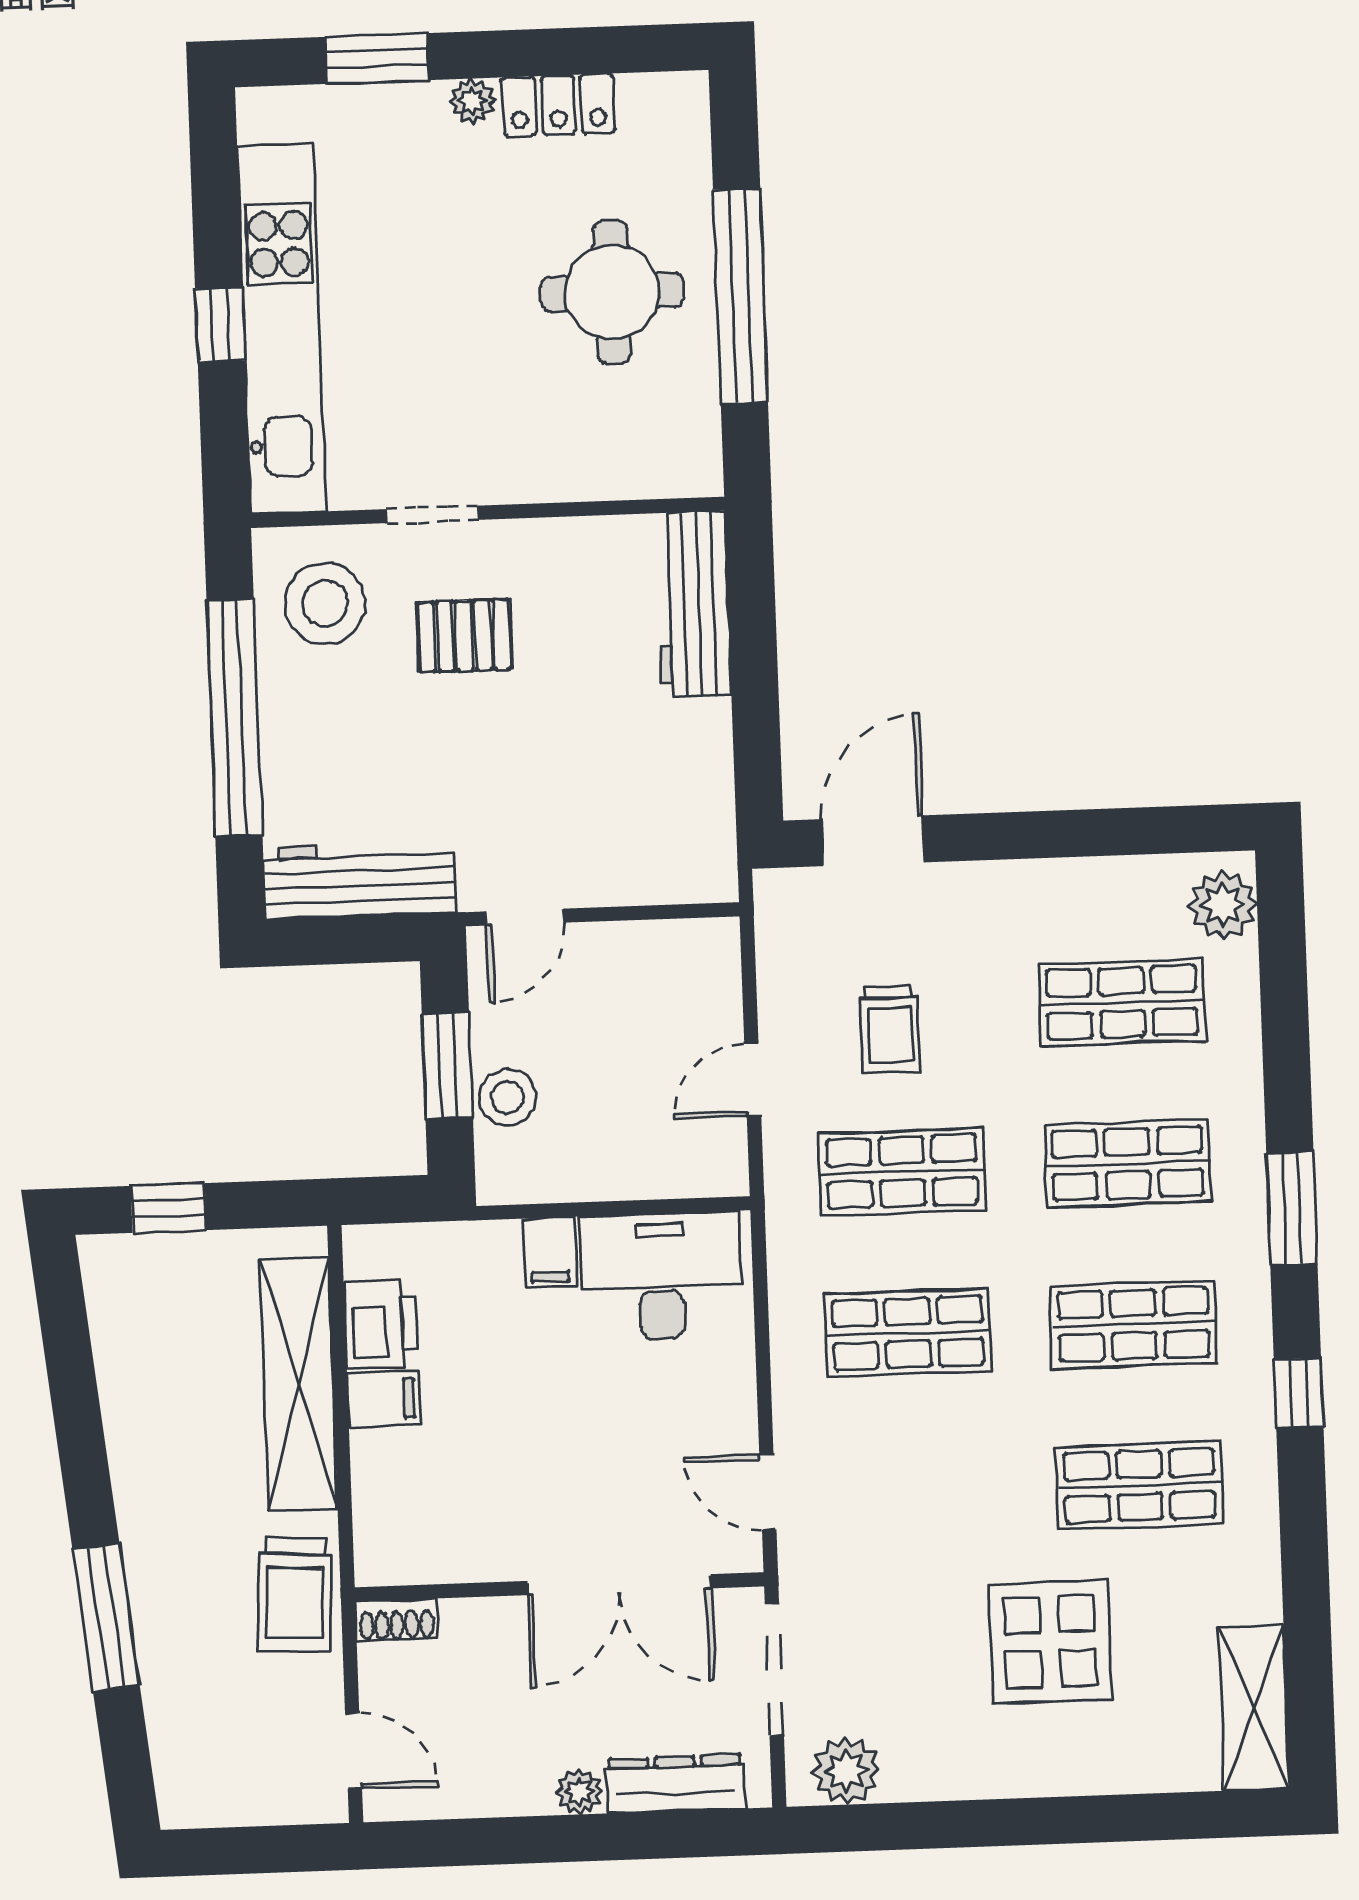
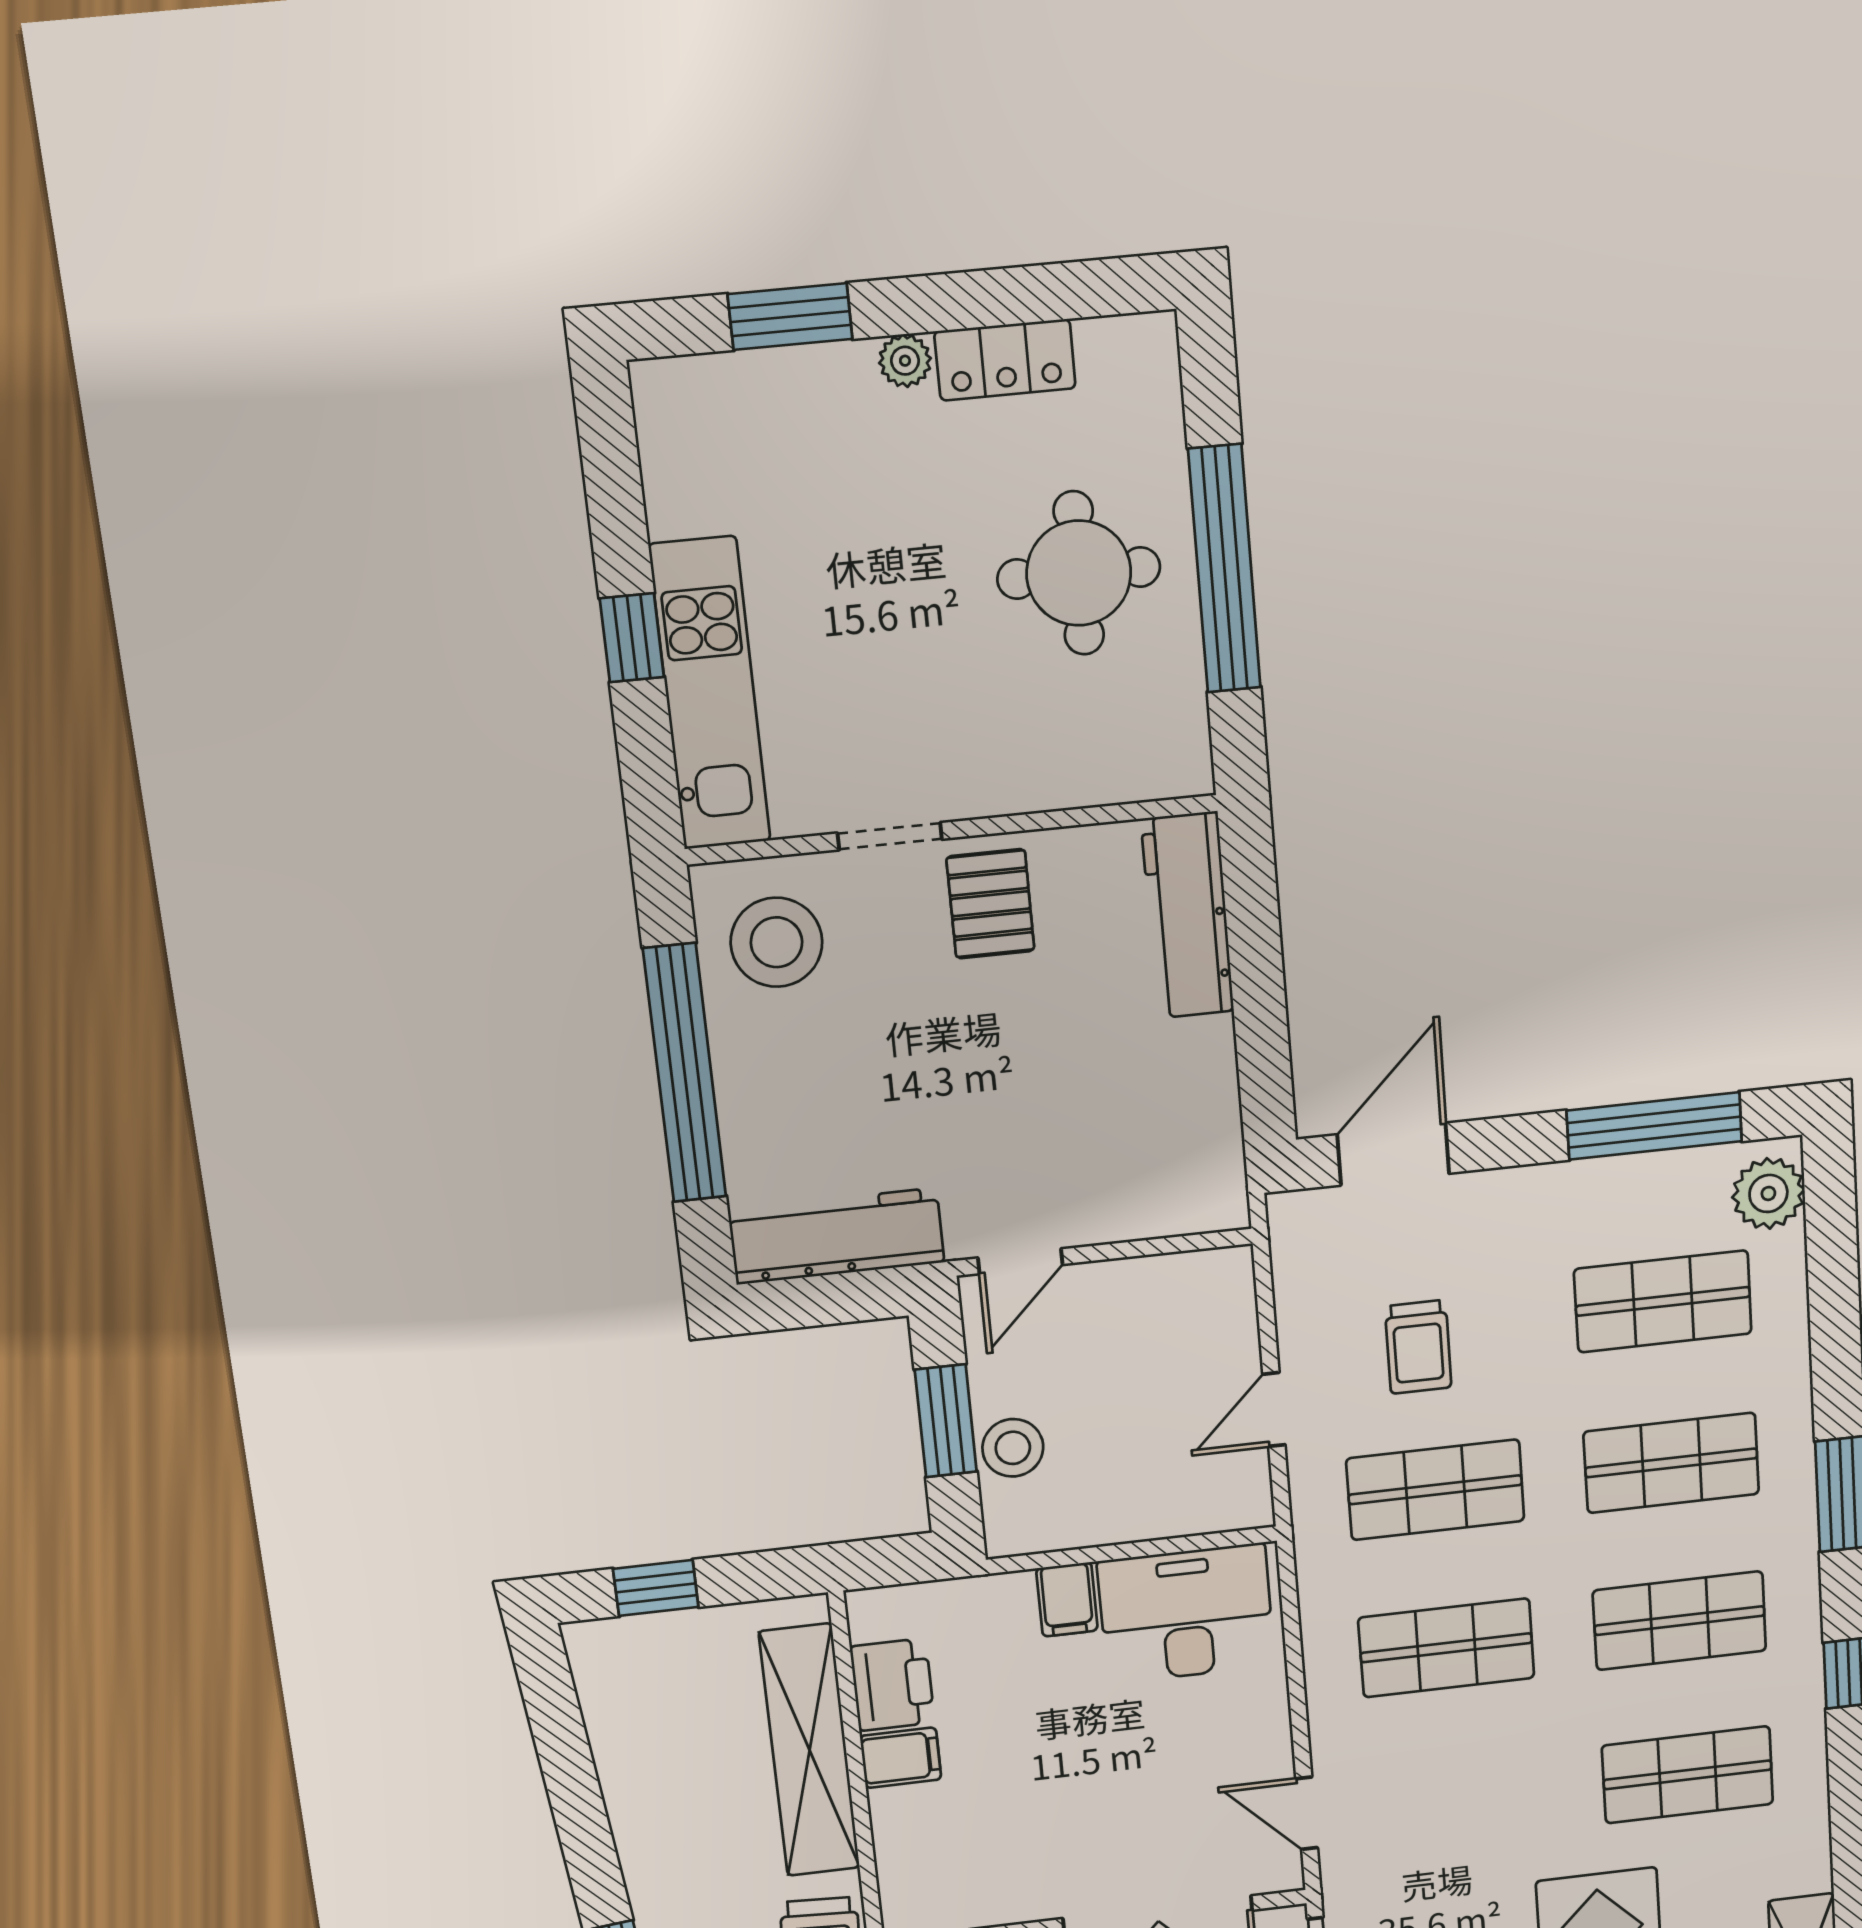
kitchen unit: (282, 329) -> (710, 694), width x0.73
pallet: (464, 636) -> (990, 904), moved, turned 90
window: (1116, 832) -> (1654, 1126), added

